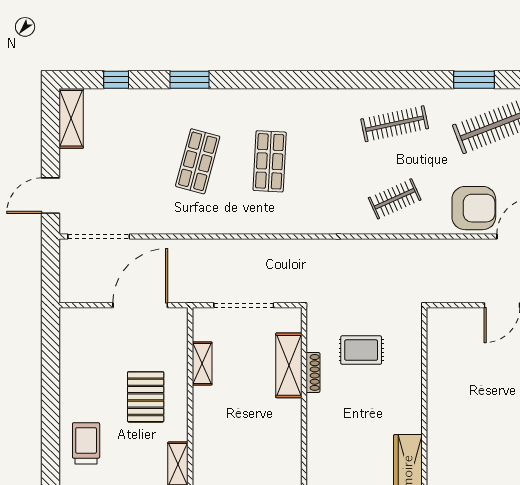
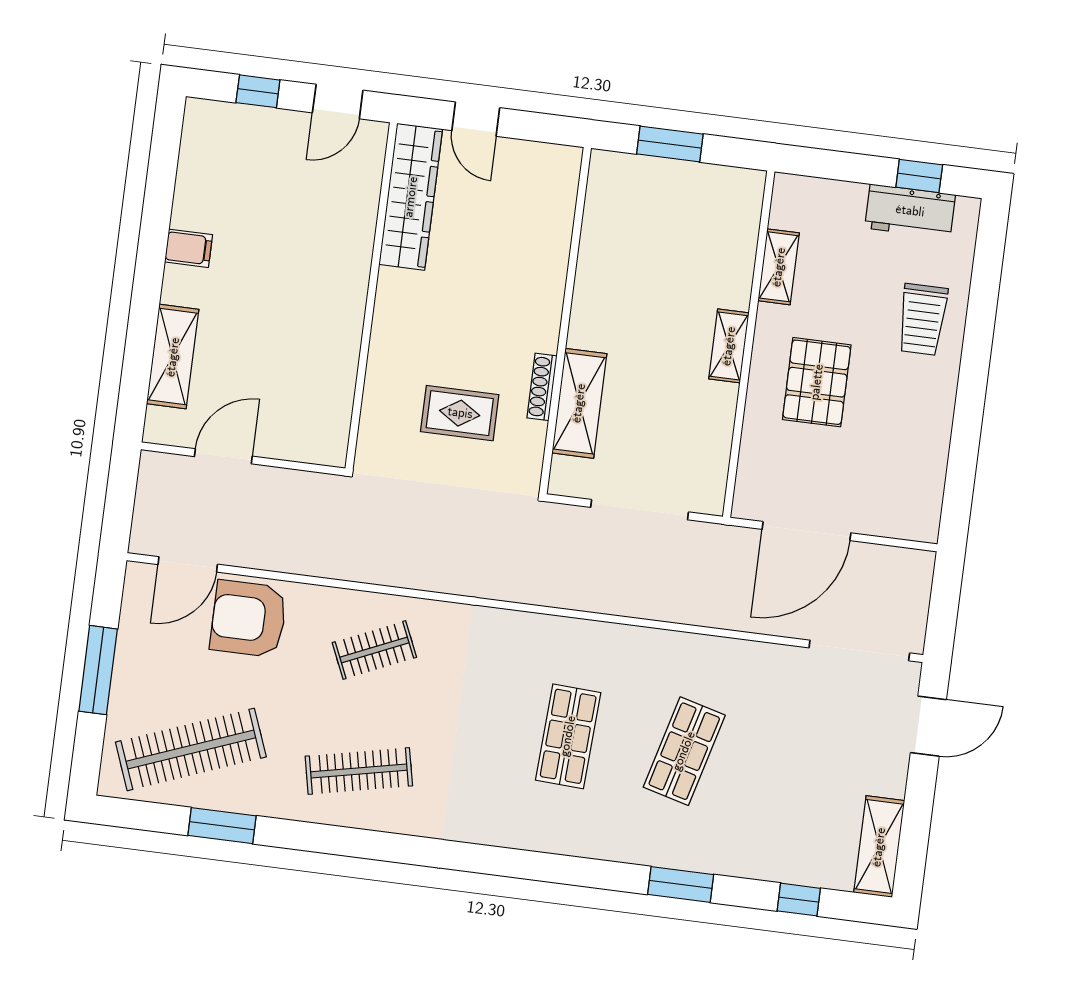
shelving: (202, 363) -> (729, 346), moved

